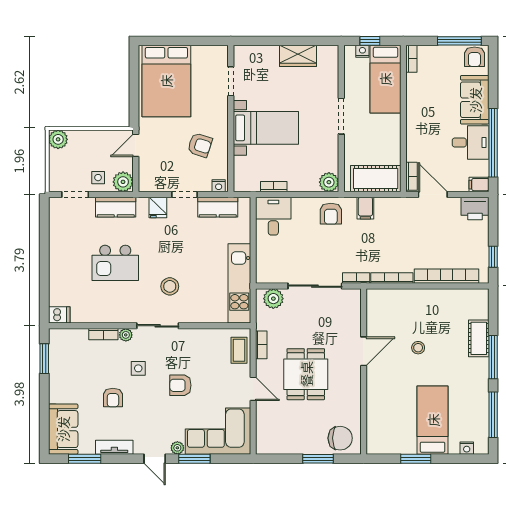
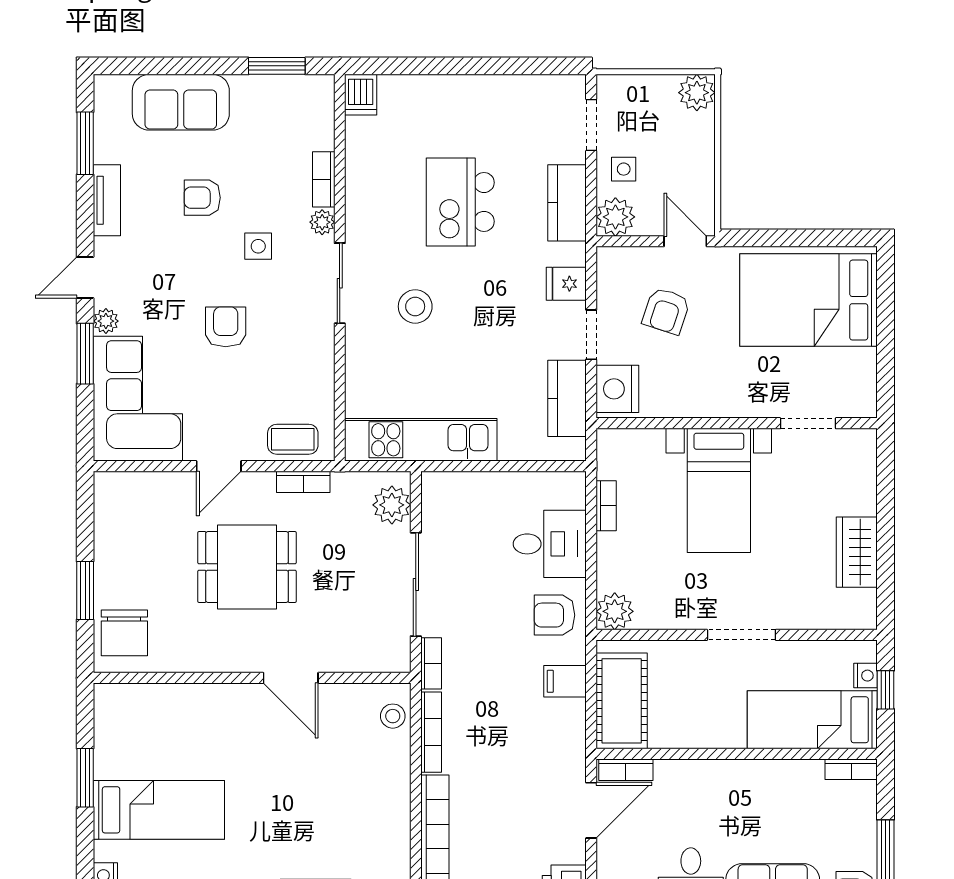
armchair: (200, 145) -> (666, 311), moved
nightstand: (219, 186) -> (617, 389), width x1.89, depth x1.79
desk: (273, 216) -> (550, 544), moved
stool: (418, 348) -> (393, 716), moved
sofa: (63, 429) -> (181, 102), moved

